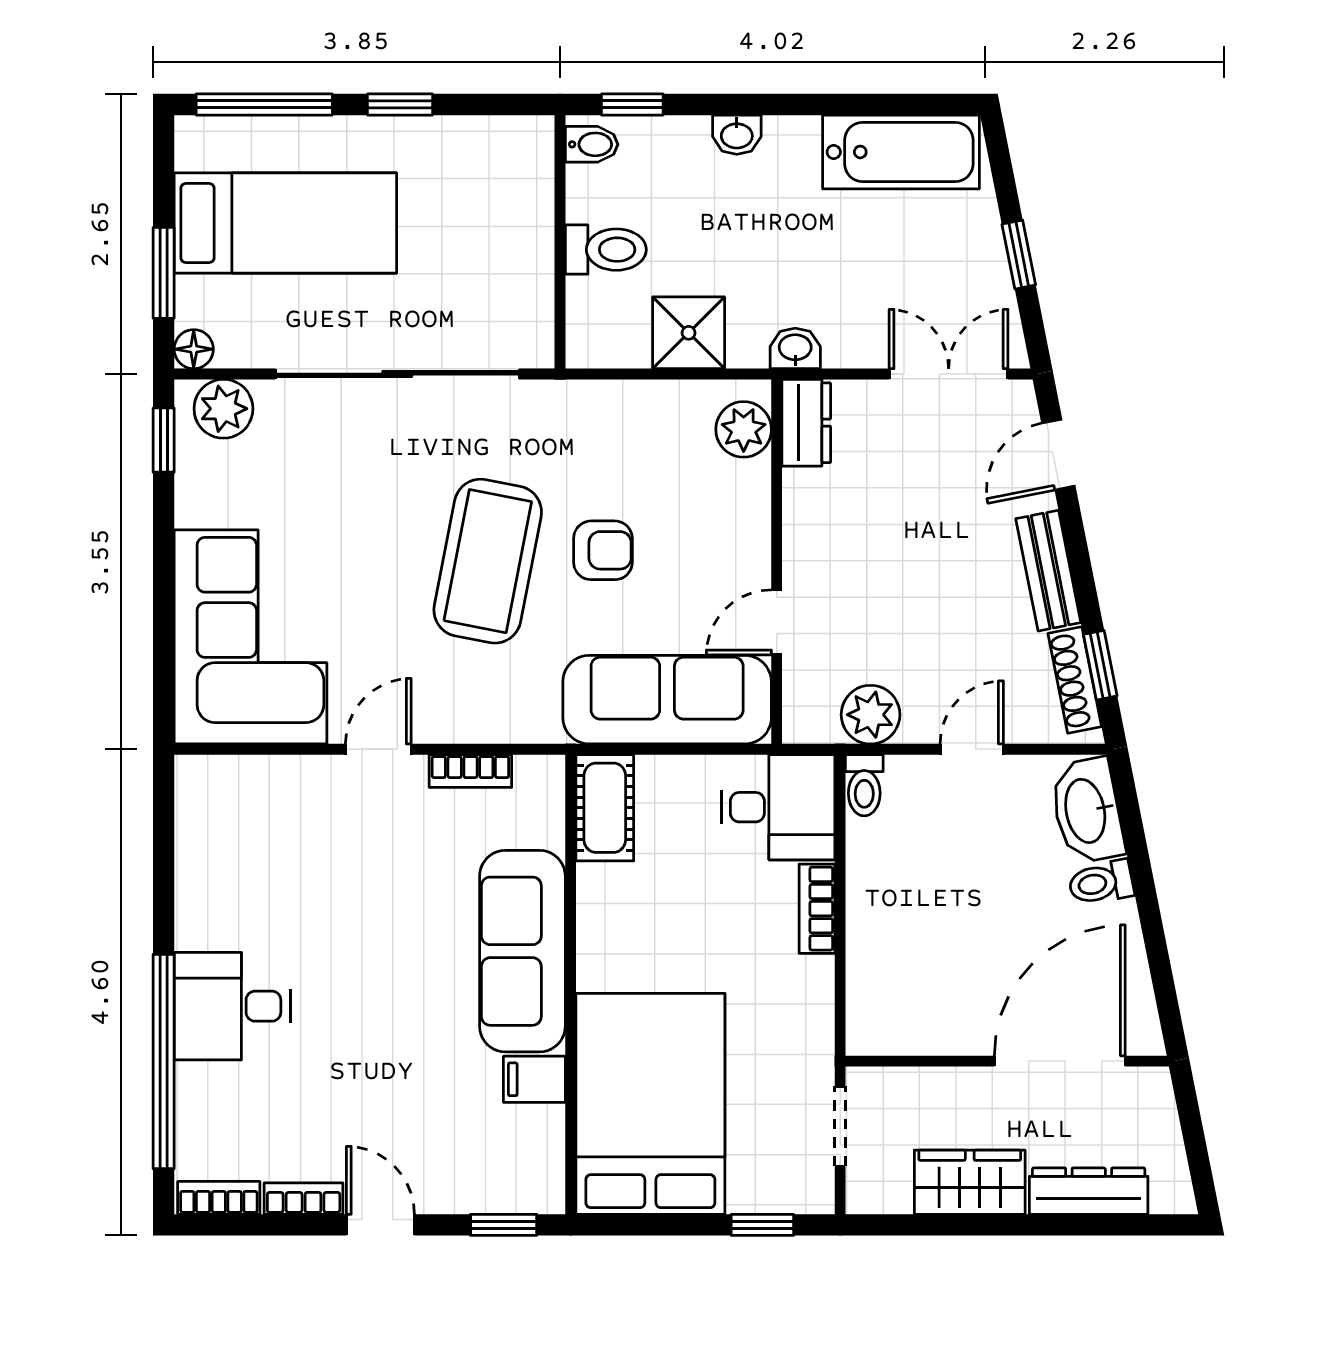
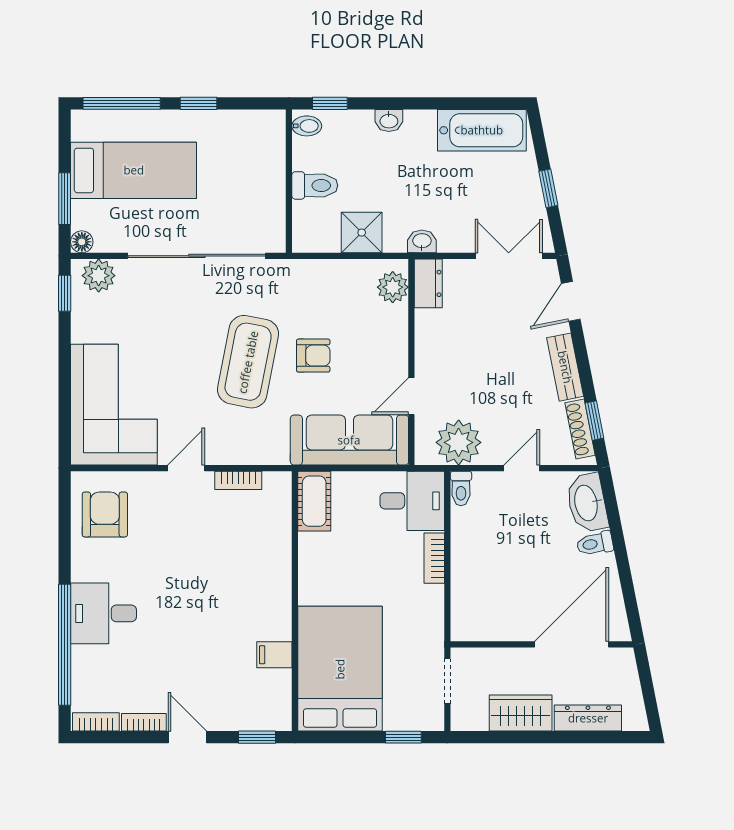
plant: (871, 715) -> (459, 442), width x1.36, depth x1.36
armchair: (234, 831) -> (105, 514), added
sofa: (522, 951) -> (268, 582), removed

